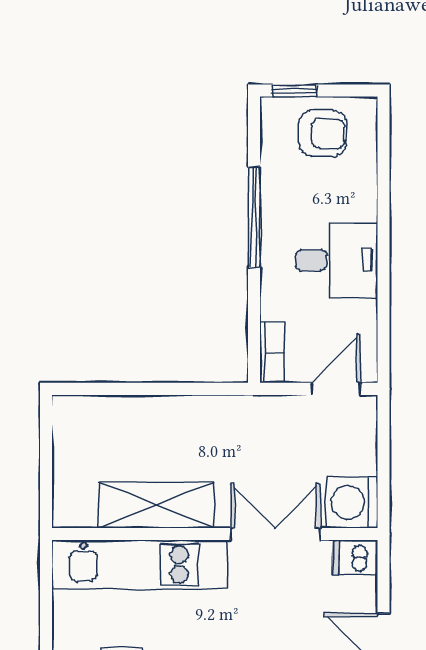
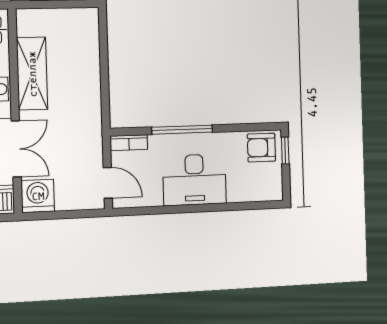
armchair: (323, 134) -> (261, 148), moved, turned 90
window: (254, 217) -> (182, 130), moved
desk: (337, 260) -> (194, 180), width x1.37

